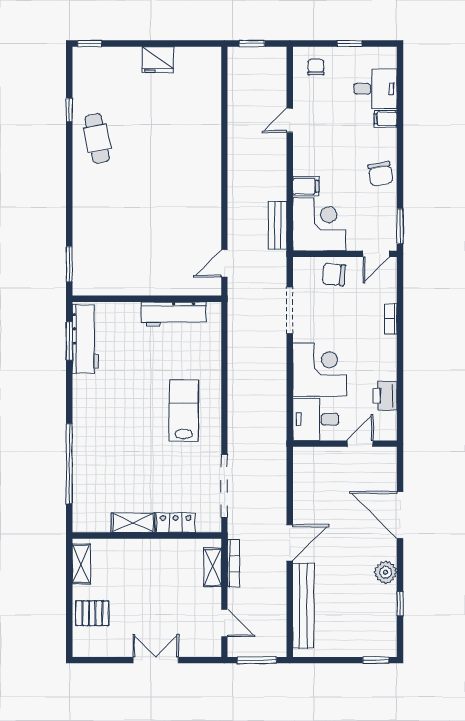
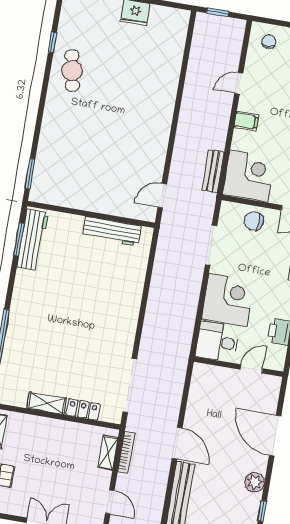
filing cabinet: (306, 186) -> (246, 121), moved
lab bench: (184, 411) -> (106, 315), removed
door: (290, 543) -> (177, 443), hinge flipped

